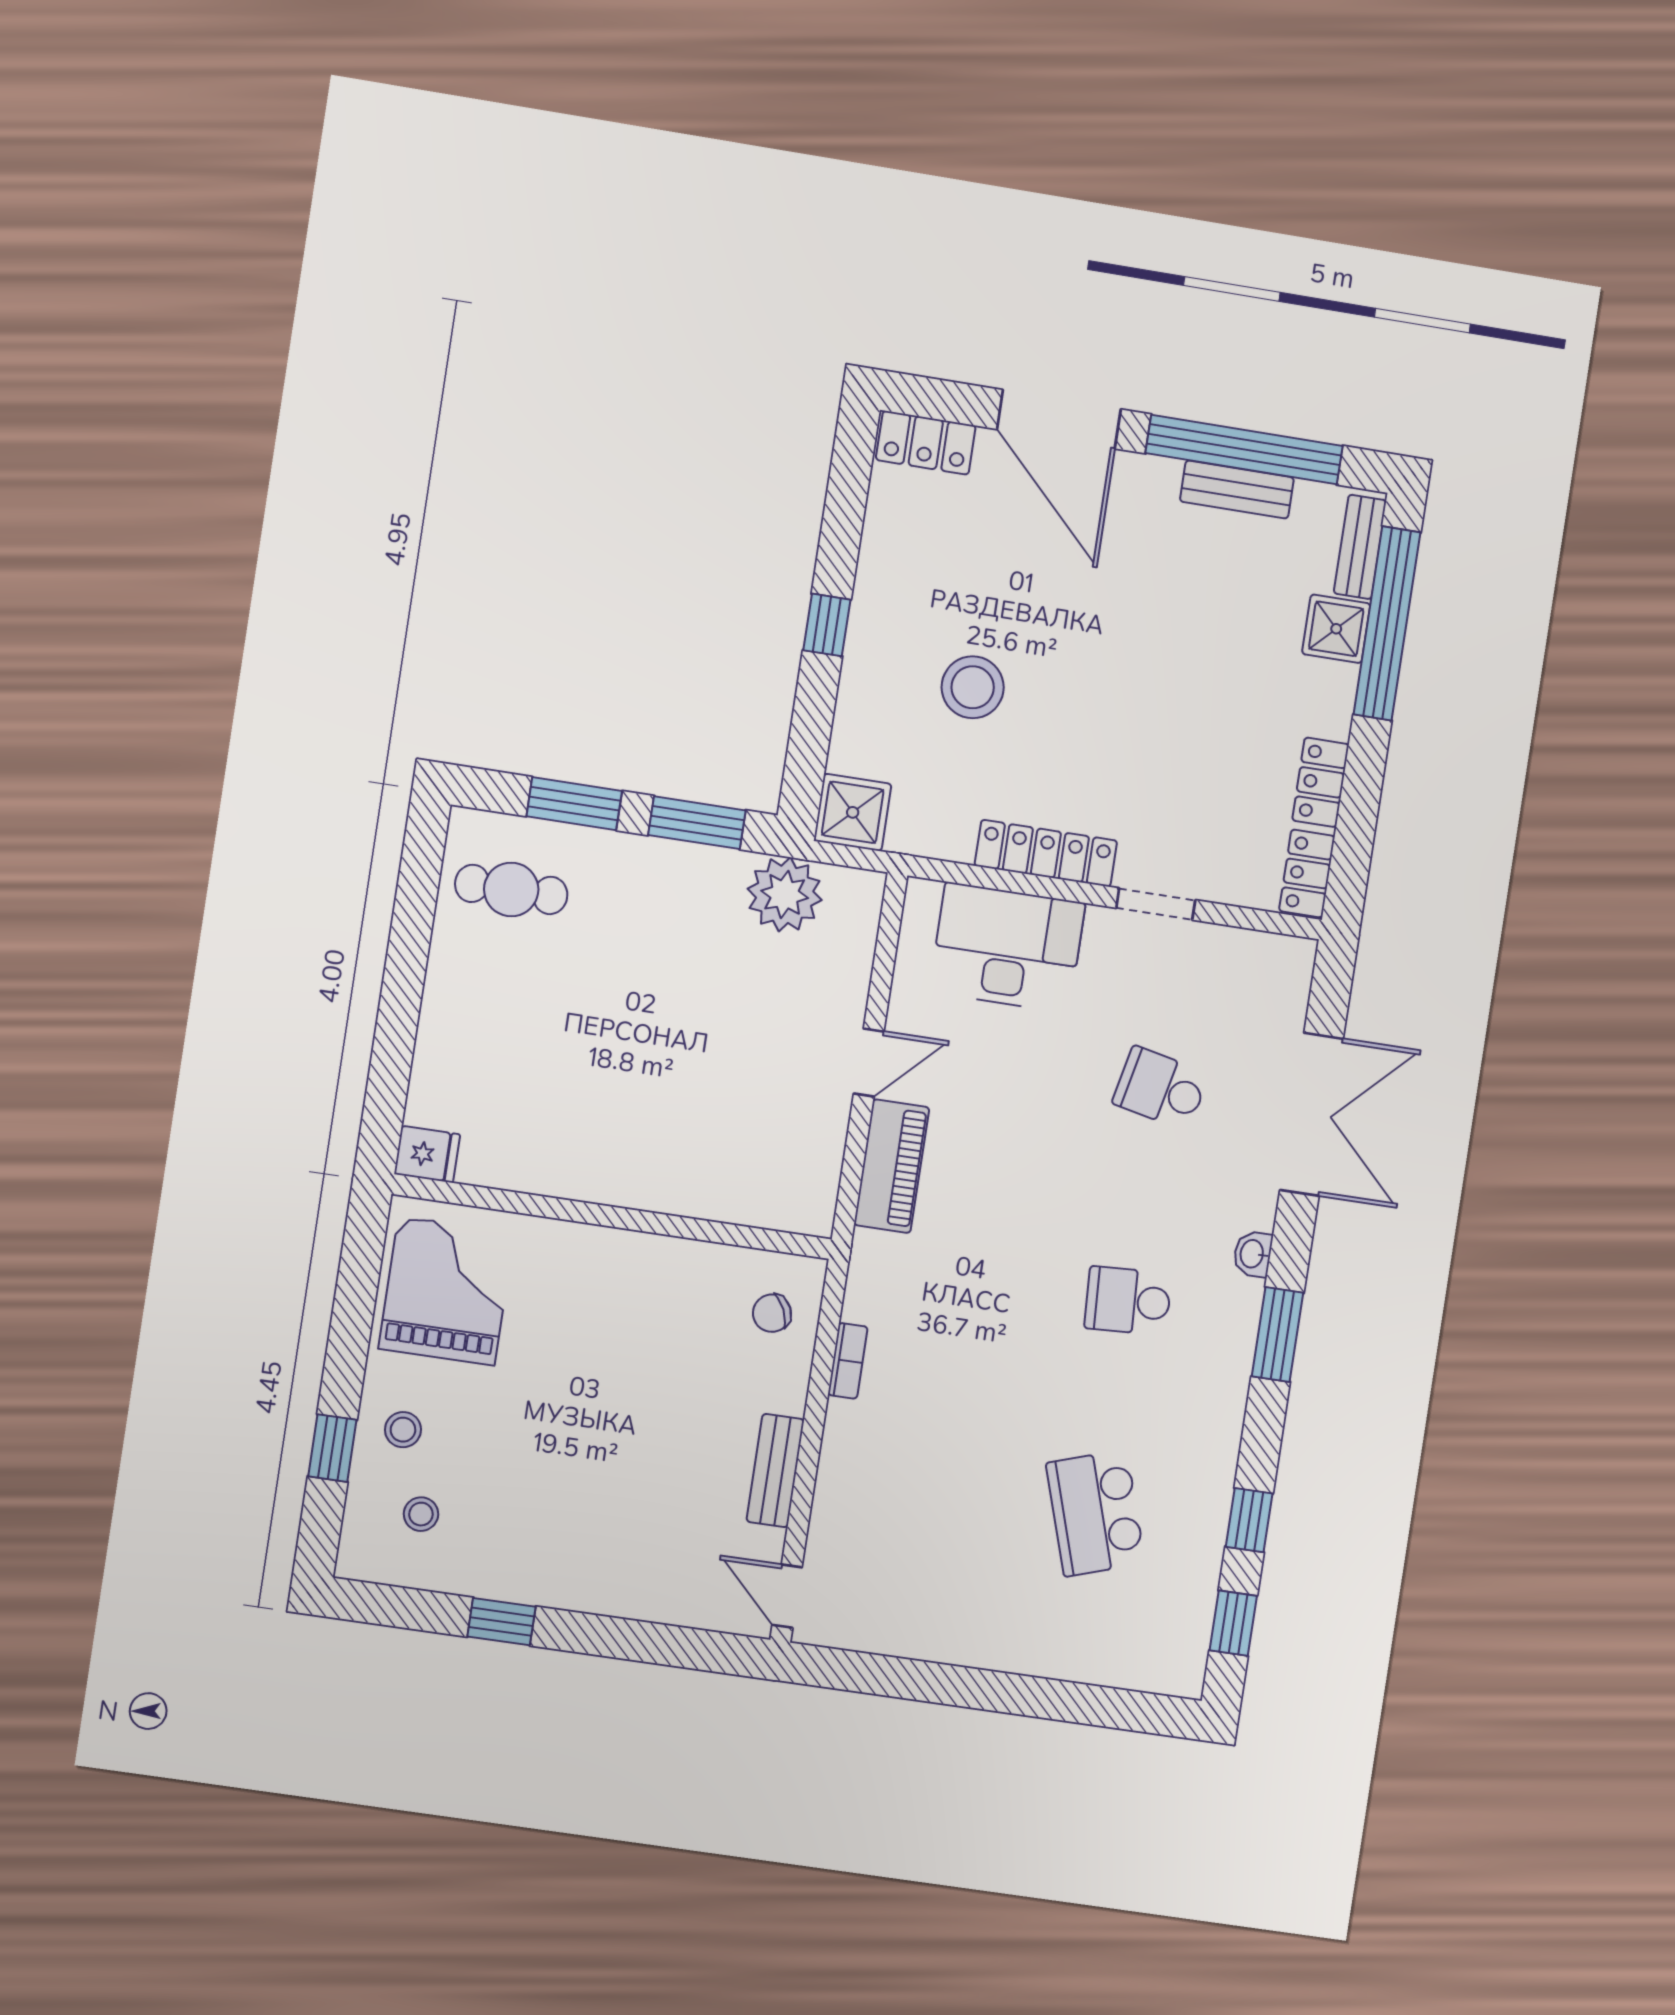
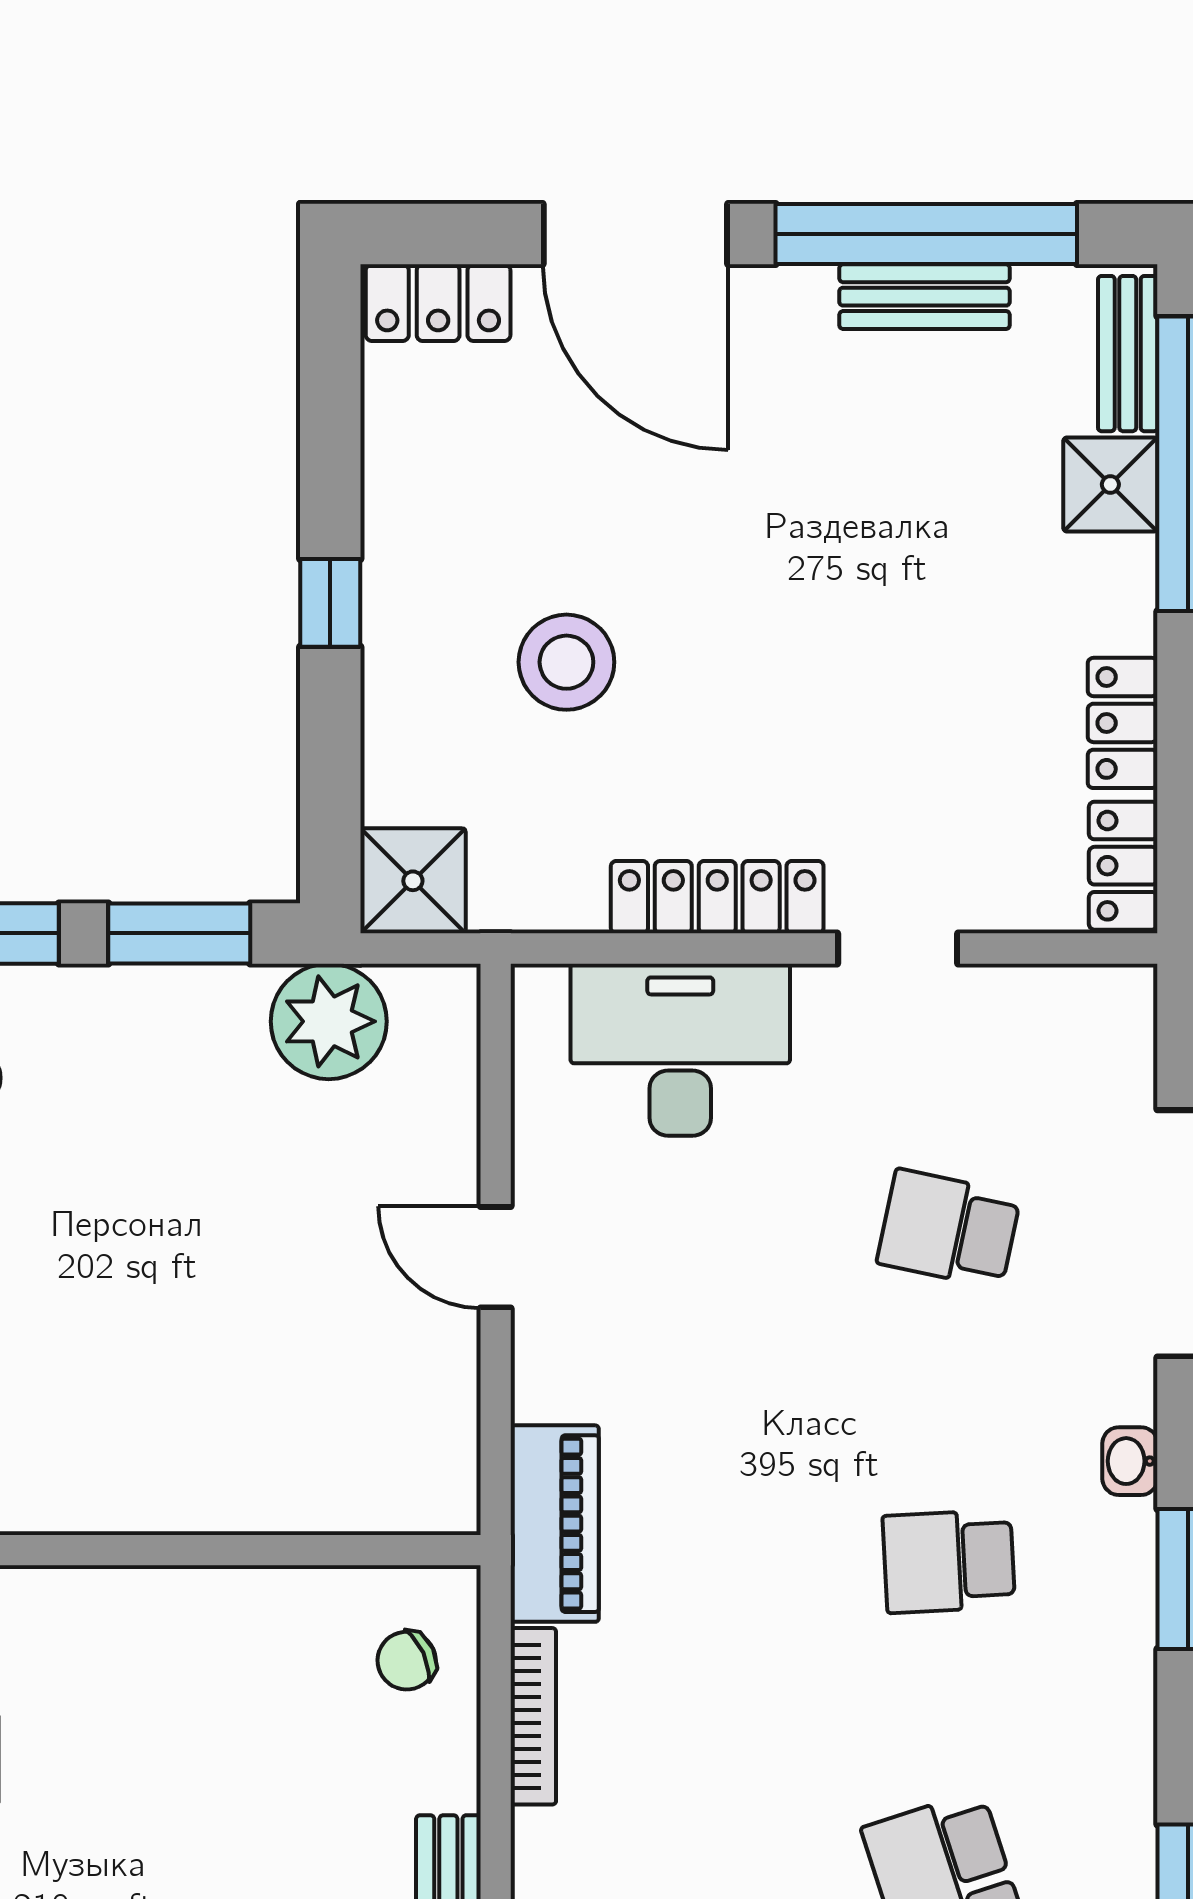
door: (869, 1063) -> (496, 1257), swing flipped
piano: (892, 1166) -> (555, 1524), moved
bookcase: (848, 1361) -> (533, 1716), width x1.56

